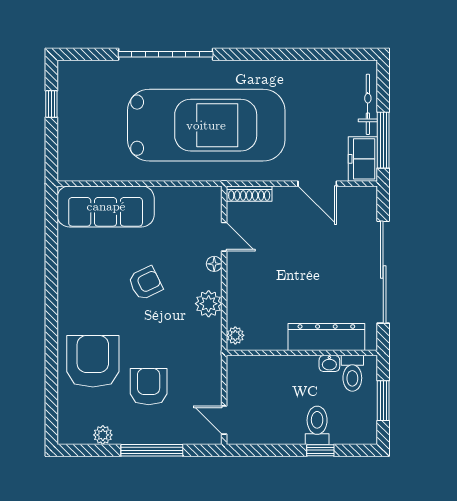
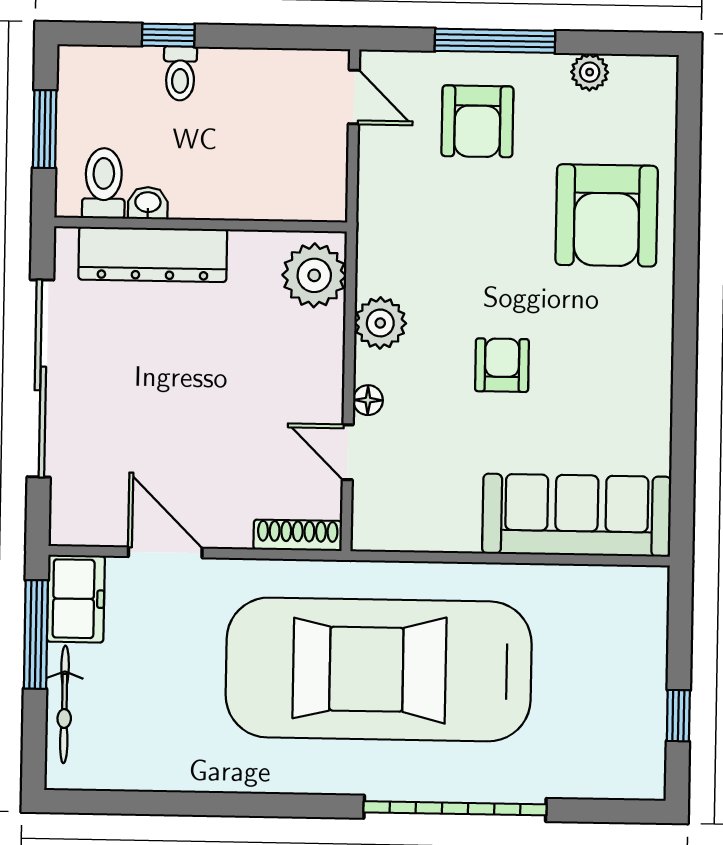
armchair: (145, 283) -> (502, 365), turned 116
plant: (235, 335) -> (314, 275), width x1.87, depth x1.87
armchair: (149, 387) -> (477, 121), moved
toilet: (317, 425) -> (180, 73), width x0.73, depth x0.72

